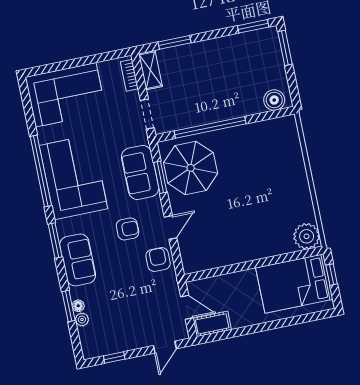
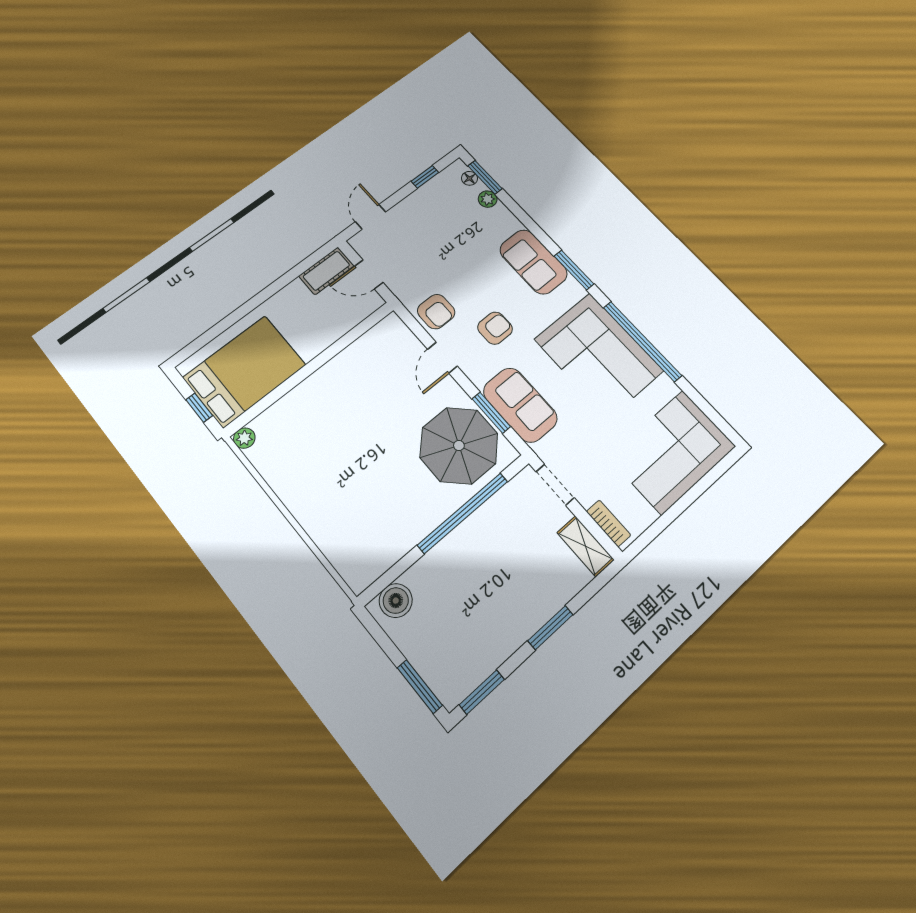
window: (175, 42) -> (550, 628), moved
armchair: (128, 229) -> (495, 328), turned 180
plant: (307, 236) -> (244, 438), width x0.53, depth x0.53
window: (69, 306) -> (485, 177), moved
floor lamp: (78, 306) -> (469, 178), moved

